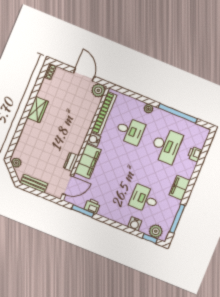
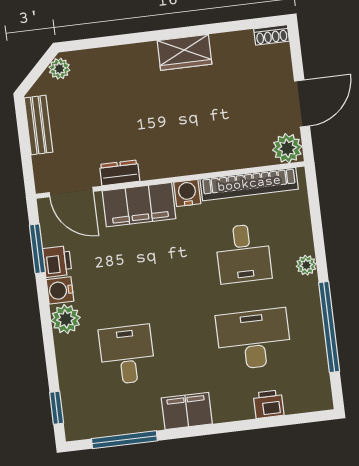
desk: (166, 146) -> (254, 339), turned 180
water cooler: (135, 224) -> (60, 290), moved
plant: (156, 231) -> (66, 319), moved

